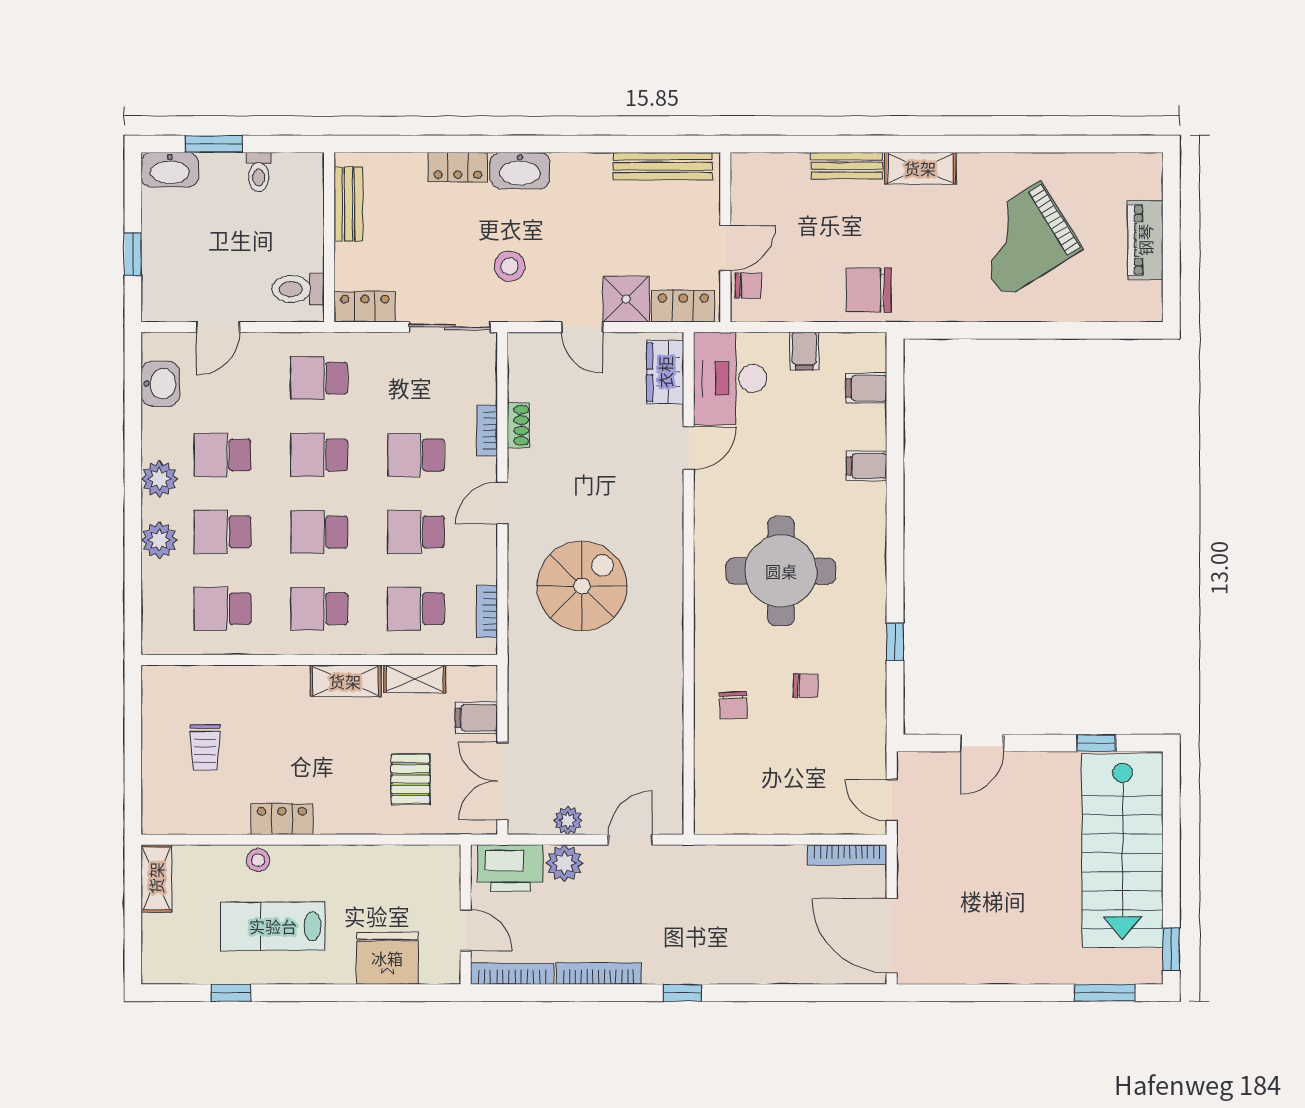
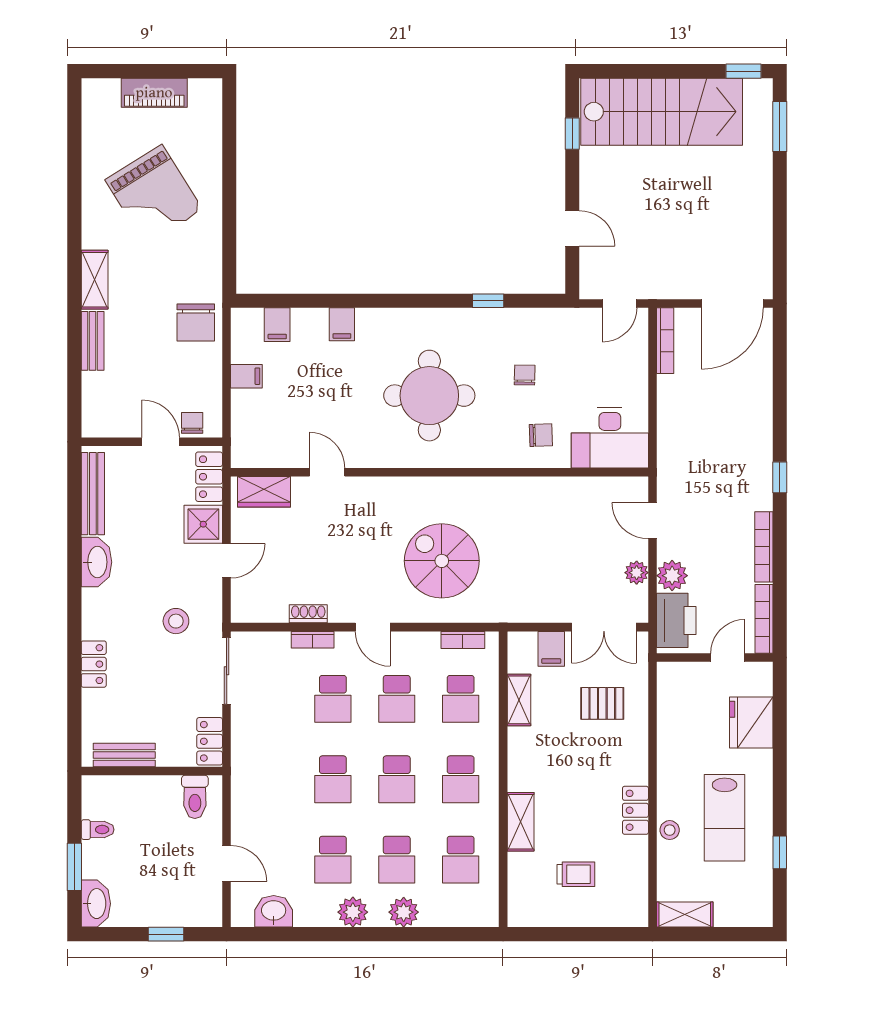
washbasin: (520, 171) -> (96, 562), moved
school desk: (319, 378) -> (269, 779), removed
desk: (730, 378) -> (610, 438), moved
shelving: (345, 681) -> (521, 822), moved

